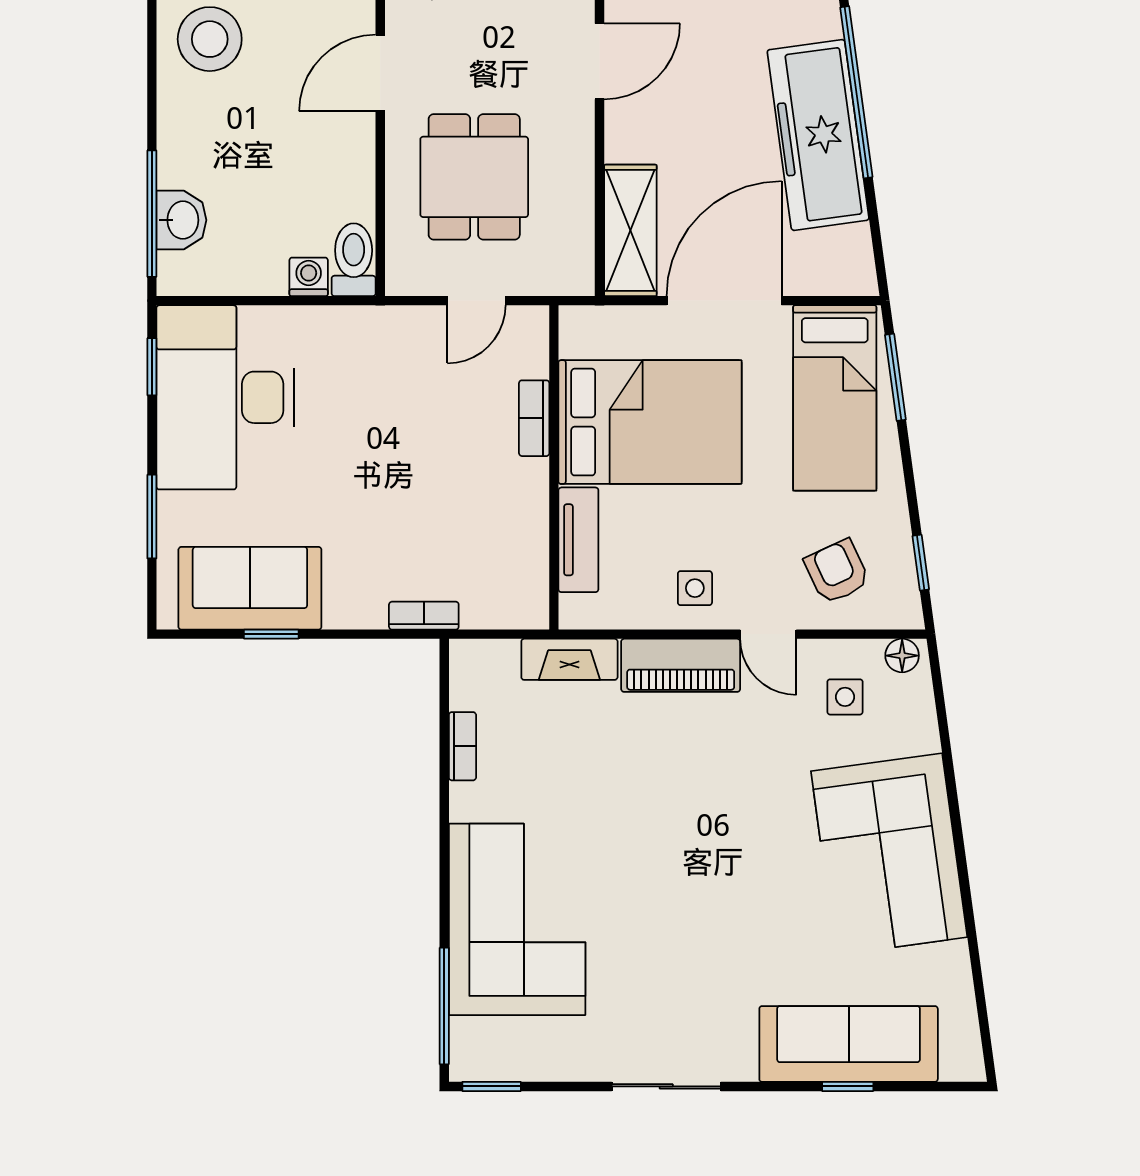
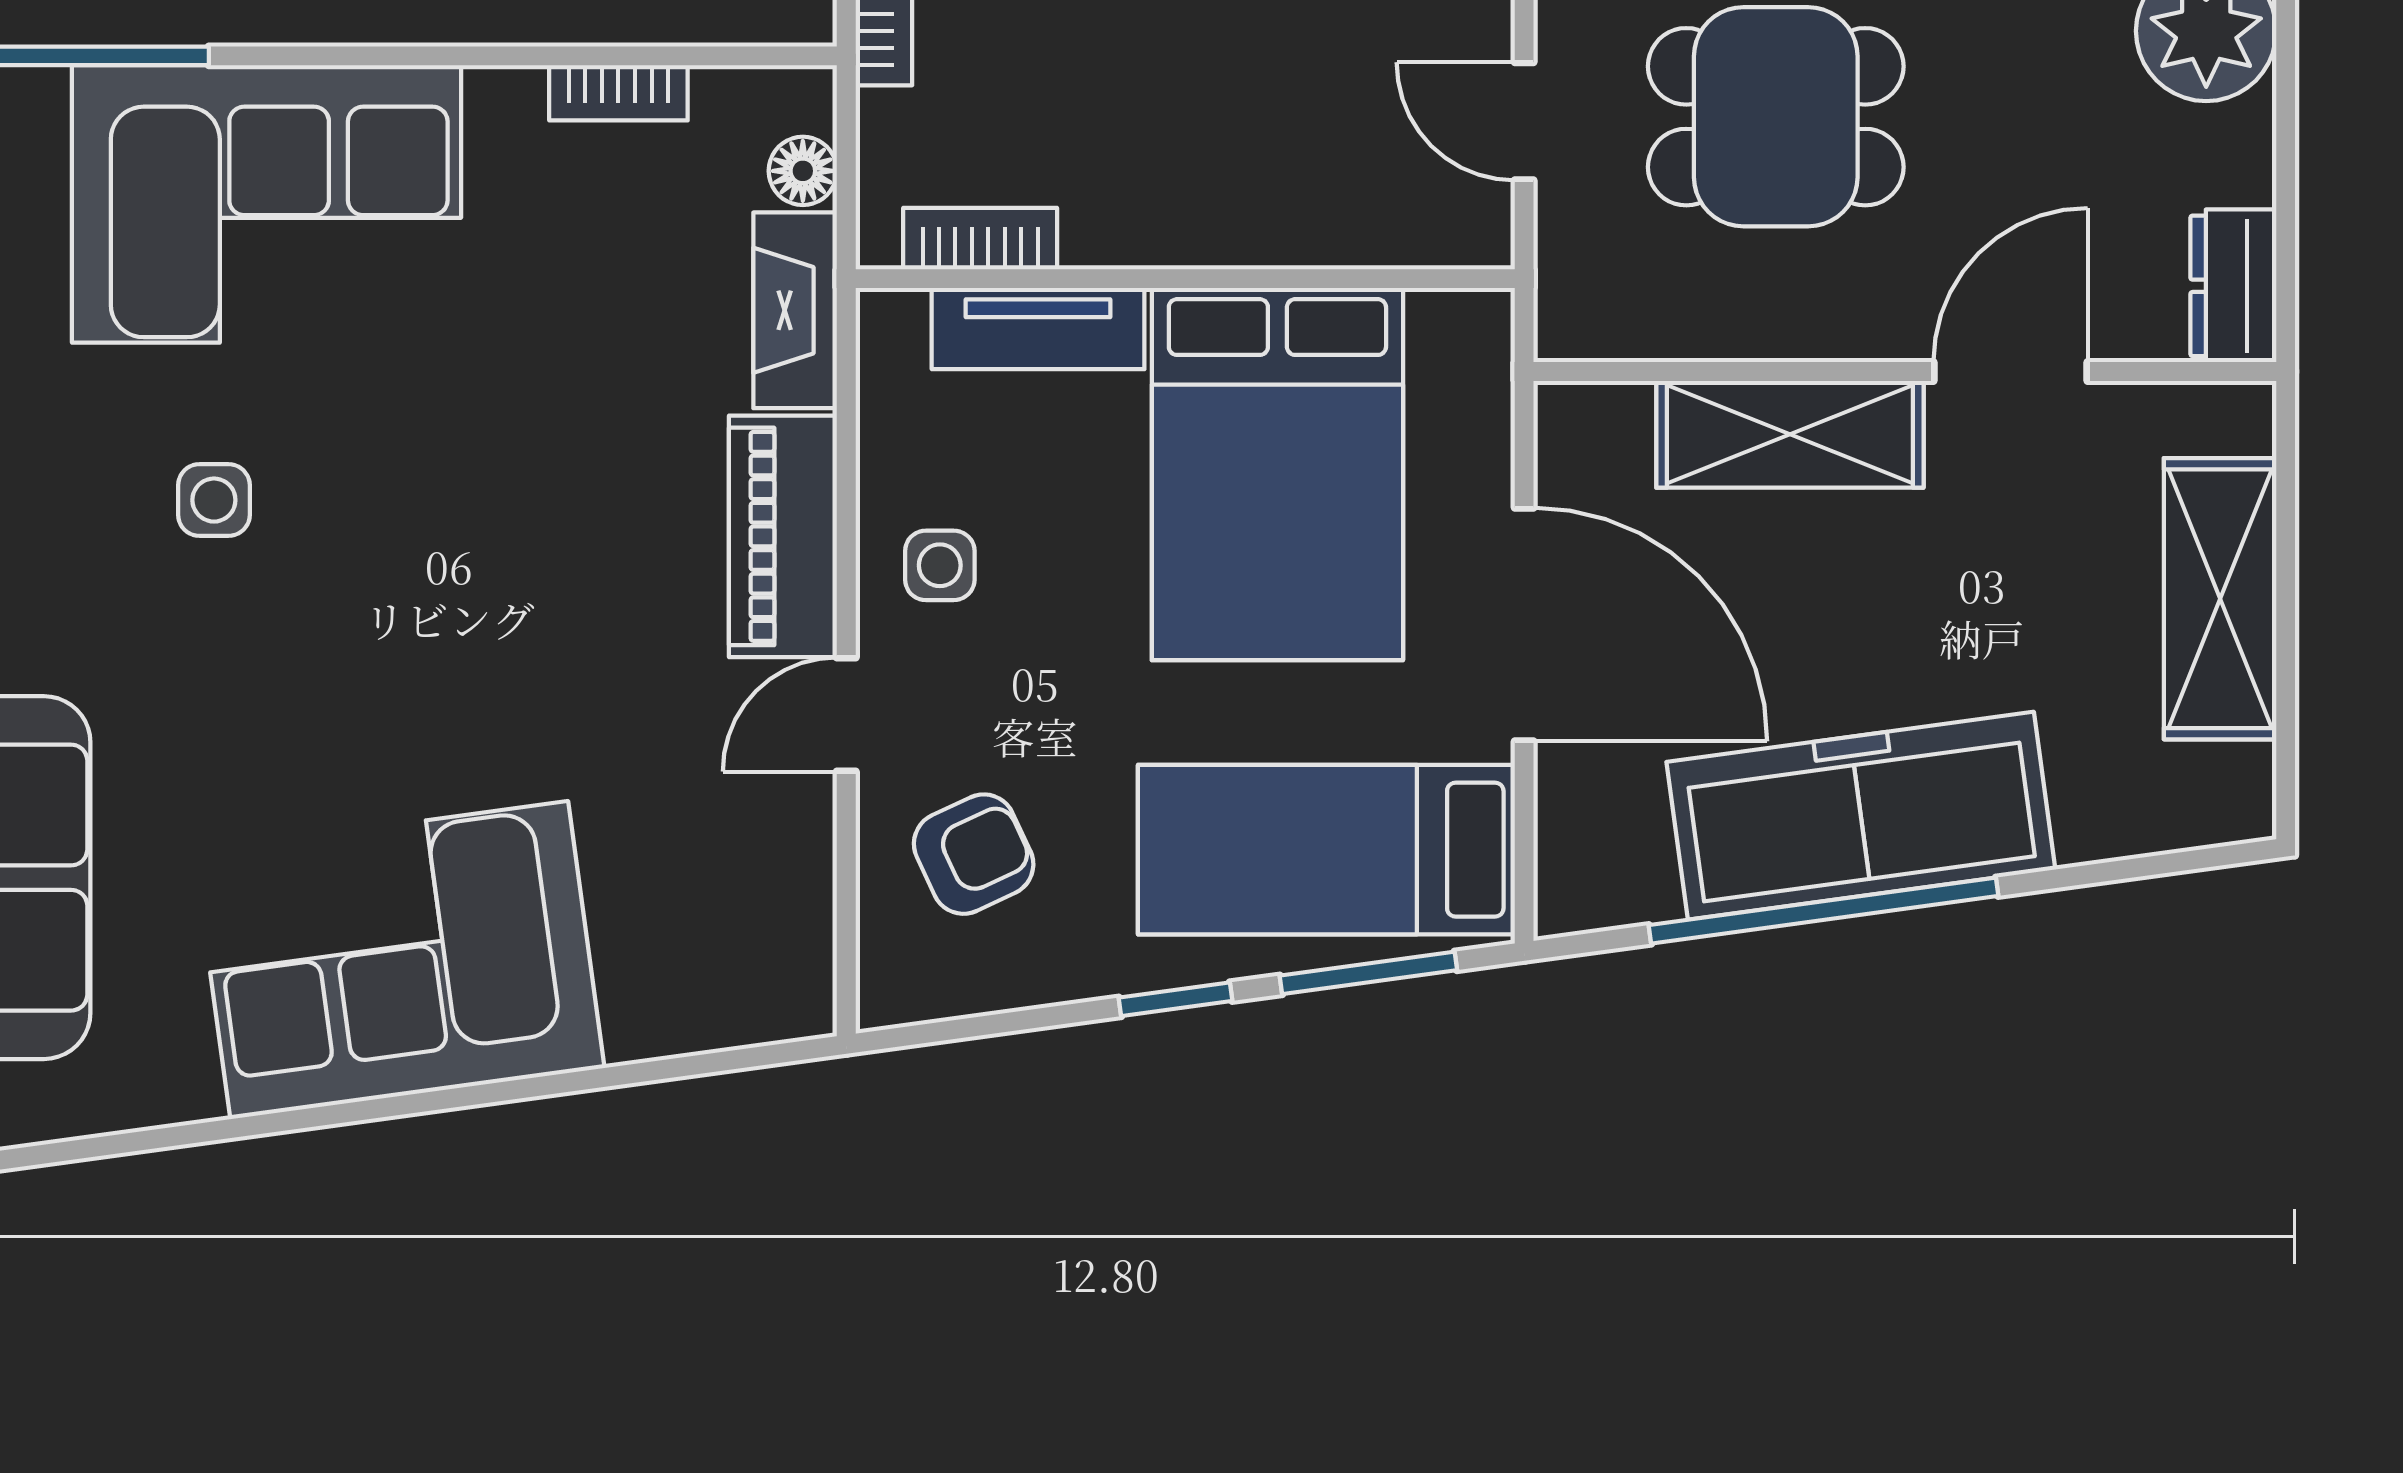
door: (600, 61) -> (2010, 372), swing flipped
window: (856, 92) -> (1823, 911), moved
shelving: (630, 230) -> (1790, 434), moved
bookcase: (534, 418) -> (980, 239), moved
window: (921, 563) -> (1175, 999), moved
floor lamp: (902, 656) -> (803, 171), moved
side table: (845, 697) -> (214, 500), moved

